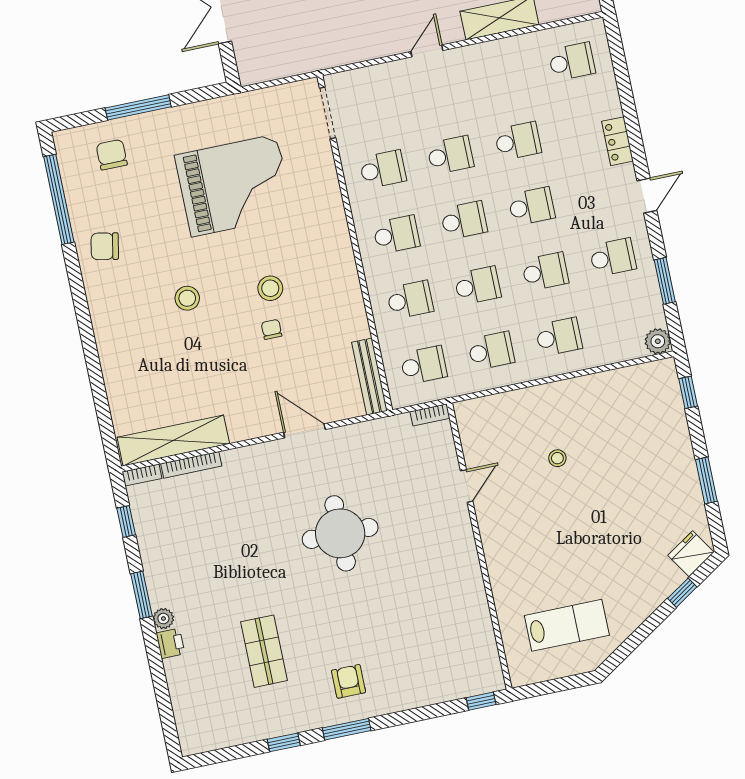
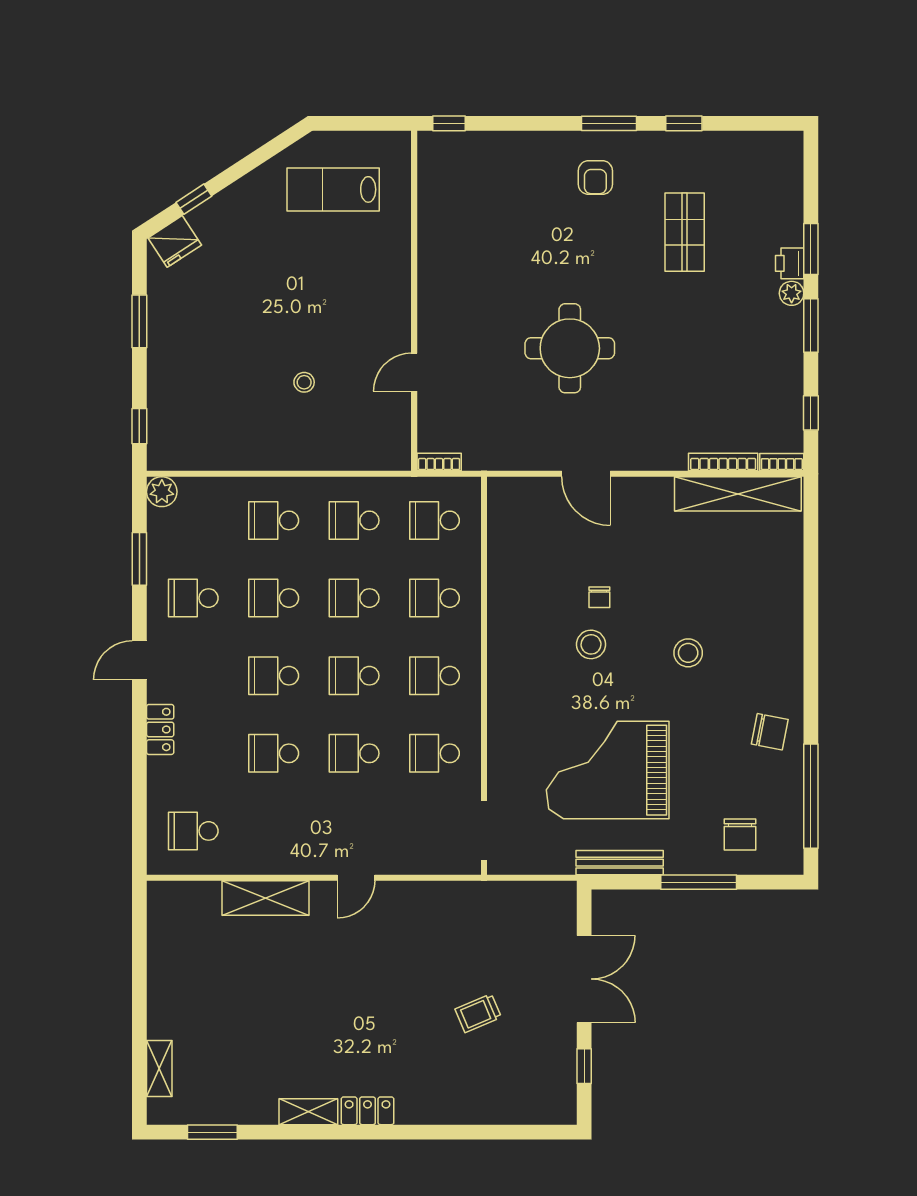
bench: (369, 377) -> (620, 863), moved, turned 90
window: (155, 659) -> (811, 249), added

